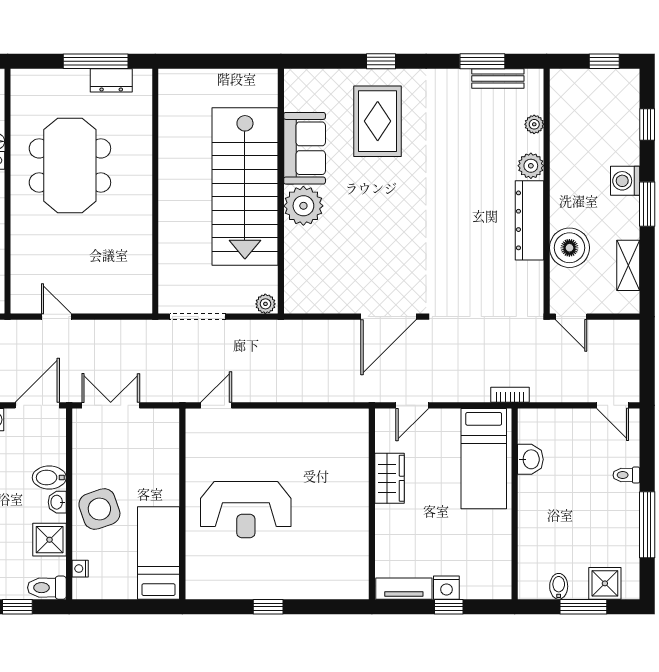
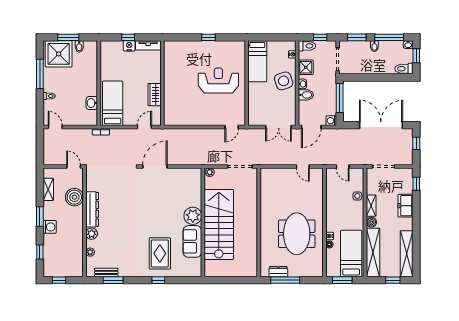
shower: (605, 583) -> (59, 54), width x1.86, depth x1.86

